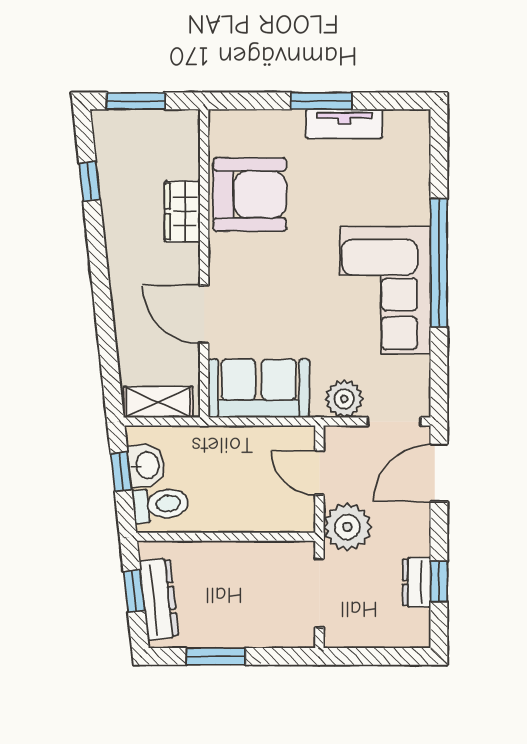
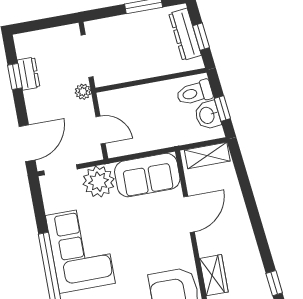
door: (204, 314) -> (189, 214), hinge flipped
plant: (344, 399) -> (99, 182), width x1.36, depth x1.36
plant: (347, 527) -> (83, 92), width x0.53, depth x0.53

